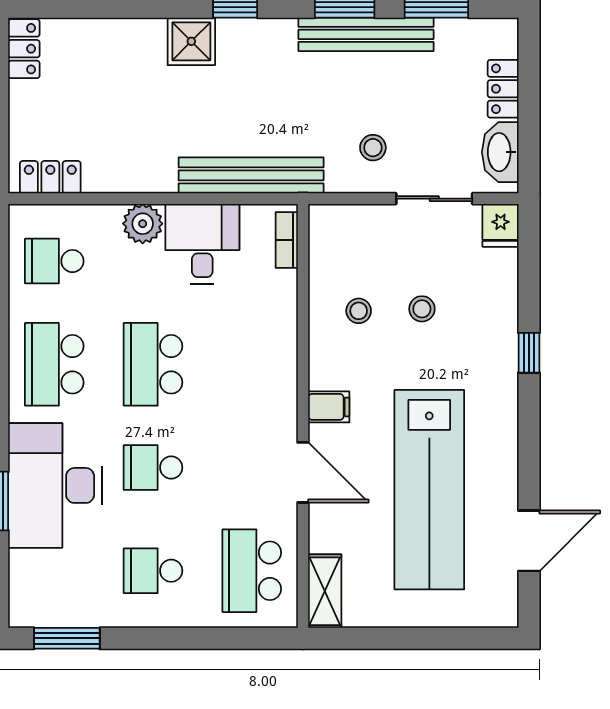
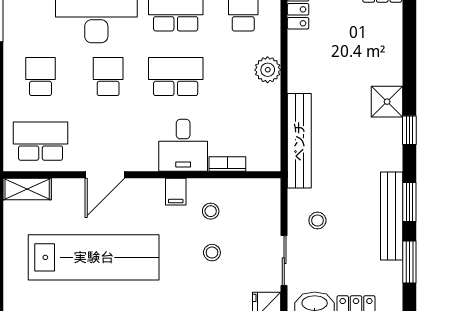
bookcase: (287, 240) -> (227, 164), moved
desk: (202, 244) -> (183, 145), moved, turned 90
filing cabinet: (329, 407) -> (176, 192), moved
lab bench: (429, 490) -> (94, 257), turned 180

